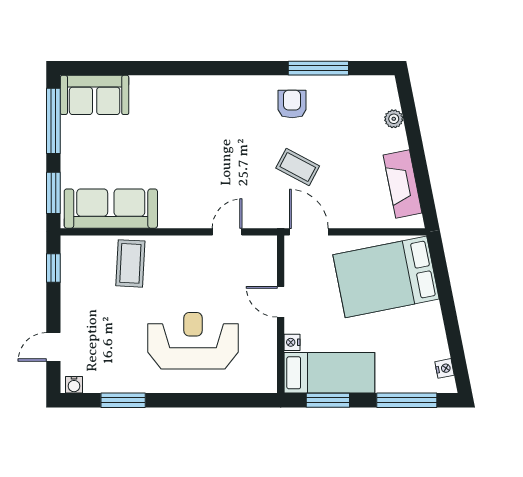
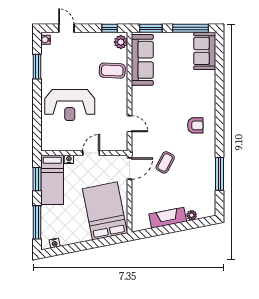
armchair: (292, 104) -> (195, 125), moved
fireplace: (403, 184) -> (168, 218), moved
plant: (78, 248) -> (121, 42), added
reception desk: (193, 341) -> (70, 105), turned 90

